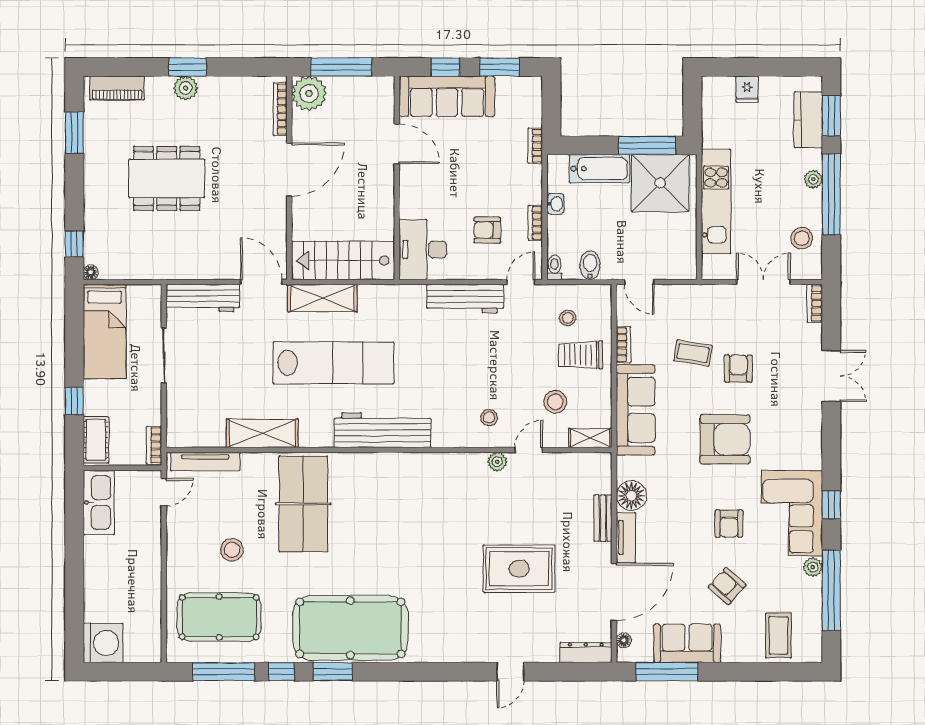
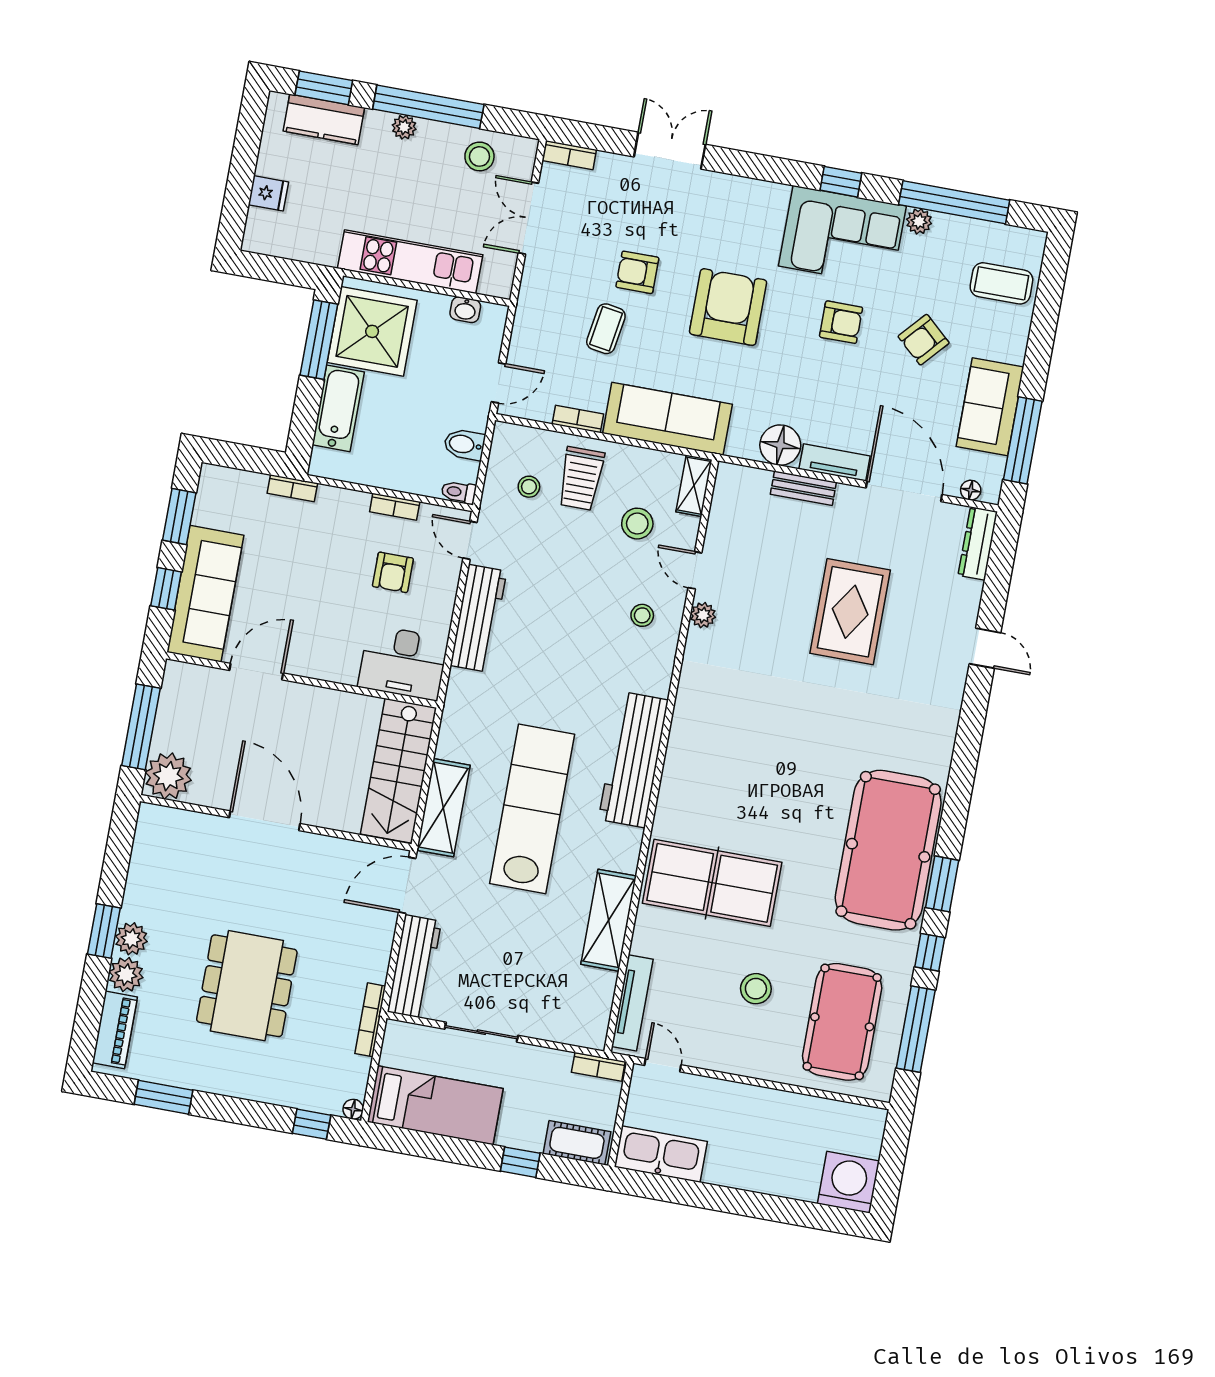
plant: (159, 89) -> (126, 975), added
bookcase: (280, 109) -> (370, 1020), moved, turned 90
washbasin: (556, 204) -> (465, 310), moved, turned 180

